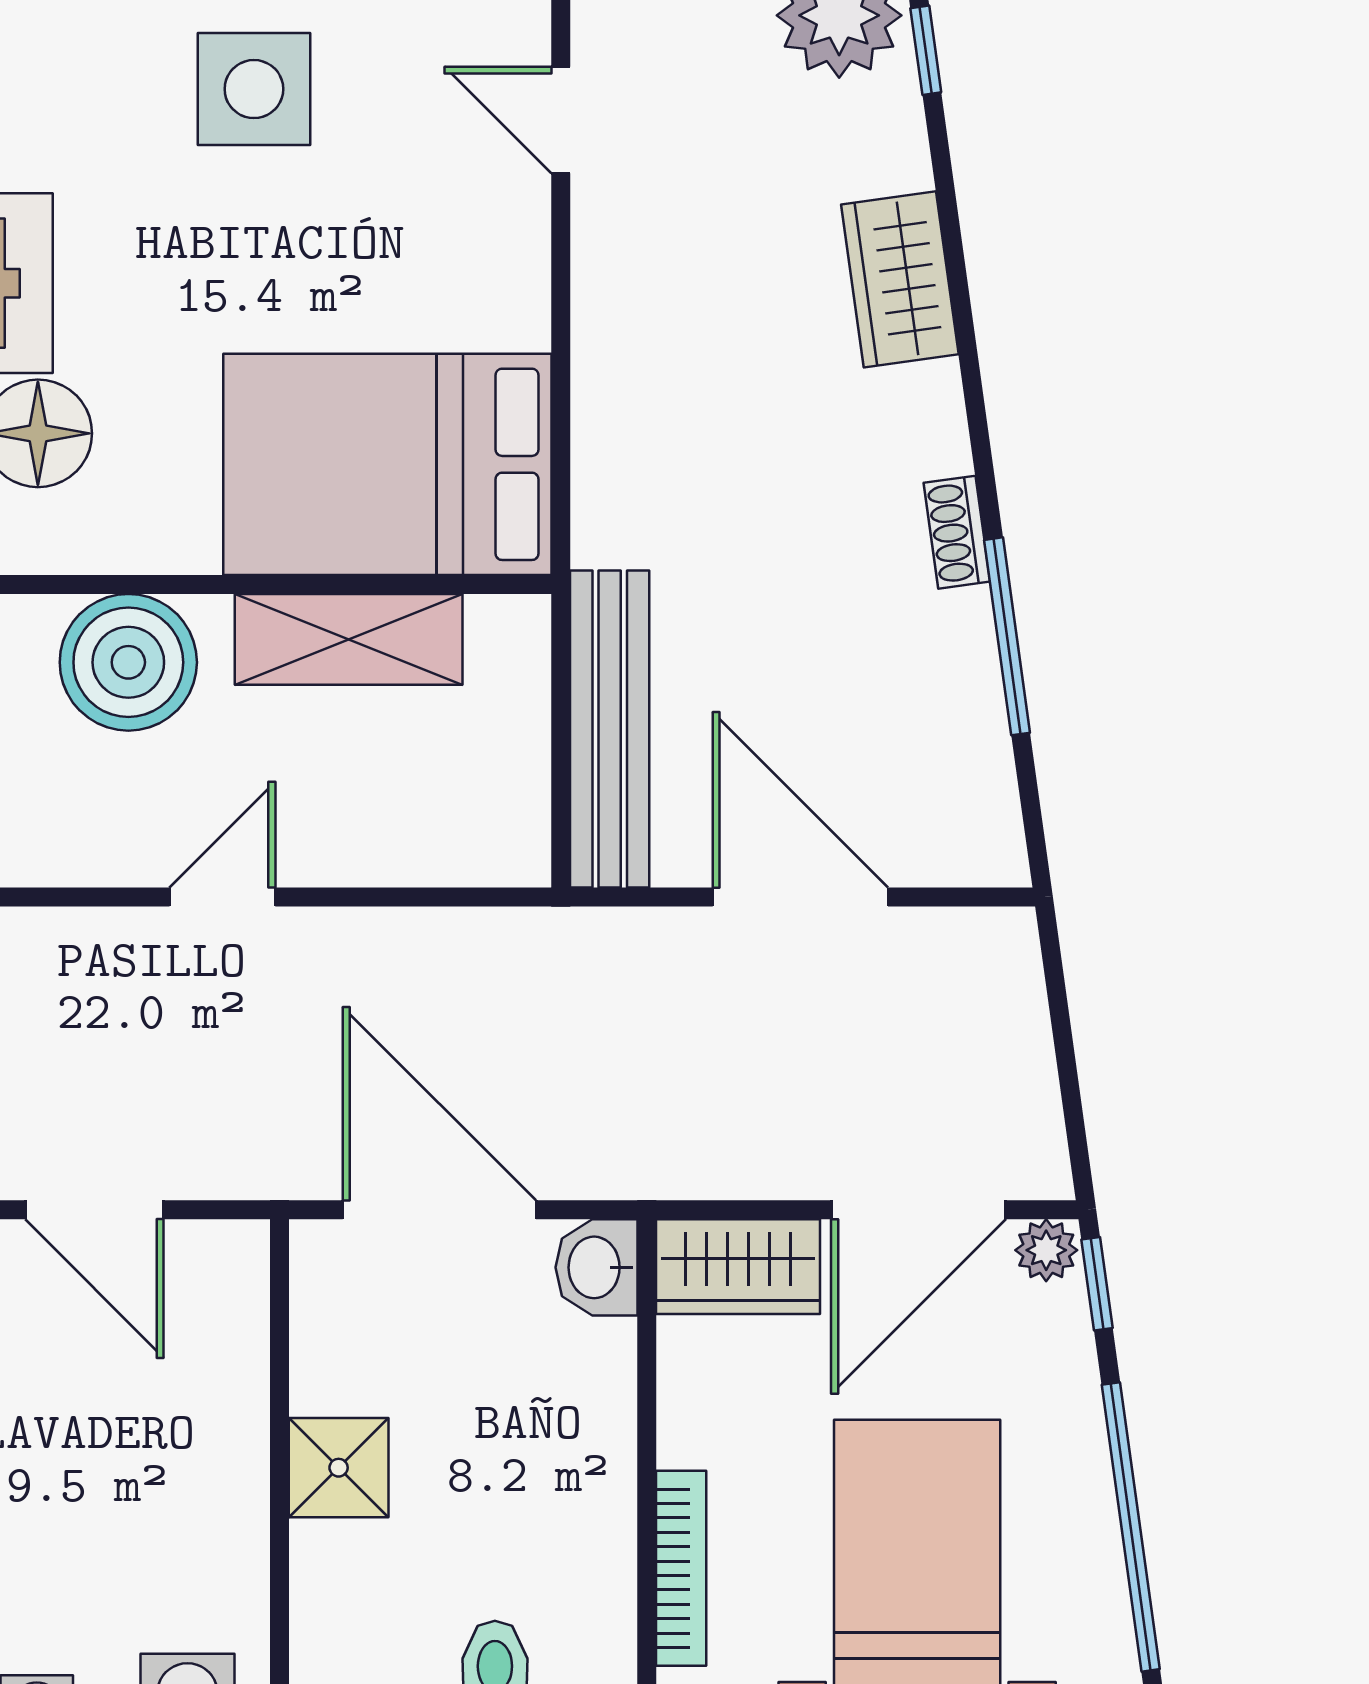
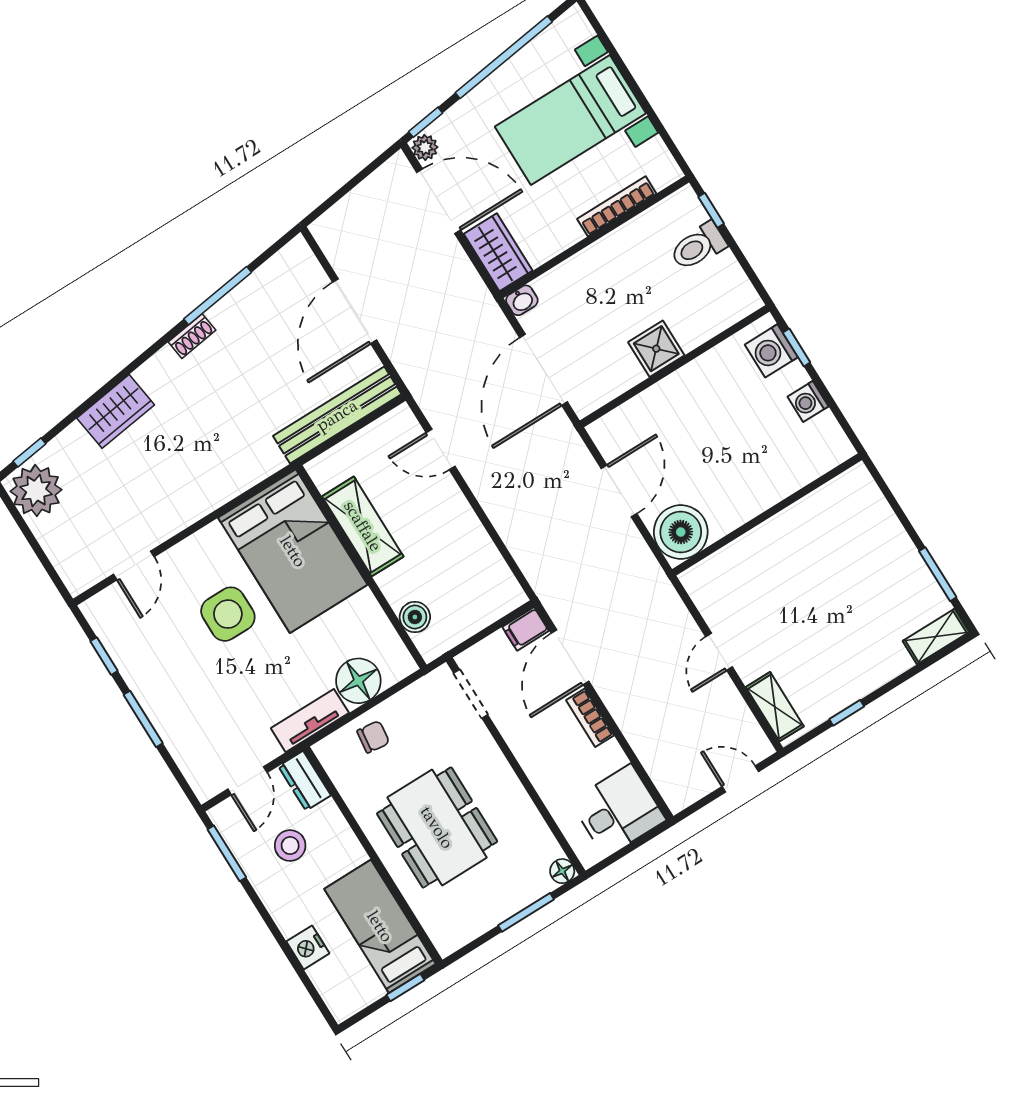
side table: (254, 89) -> (228, 614), moved
boiler: (128, 662) -> (415, 617), width x0.54, depth x0.54
door: (222, 897) -> (441, 449), moved
washbasin: (597, 1267) -> (522, 300), width x0.72, depth x0.69

